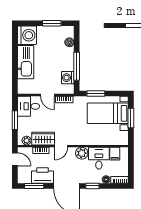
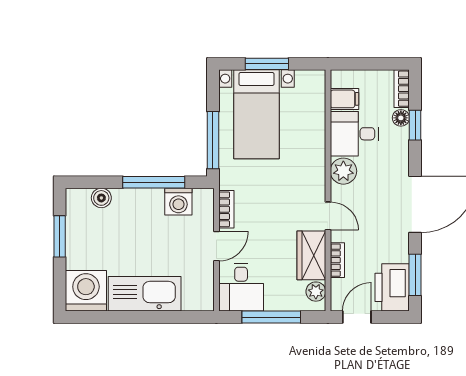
window: (96, 93) -> (213, 140), width x1.44
window: (15, 120) -> (271, 317), width x1.44
printer: (42, 176) -> (392, 287), moved
window: (92, 186) -> (415, 125), moved

